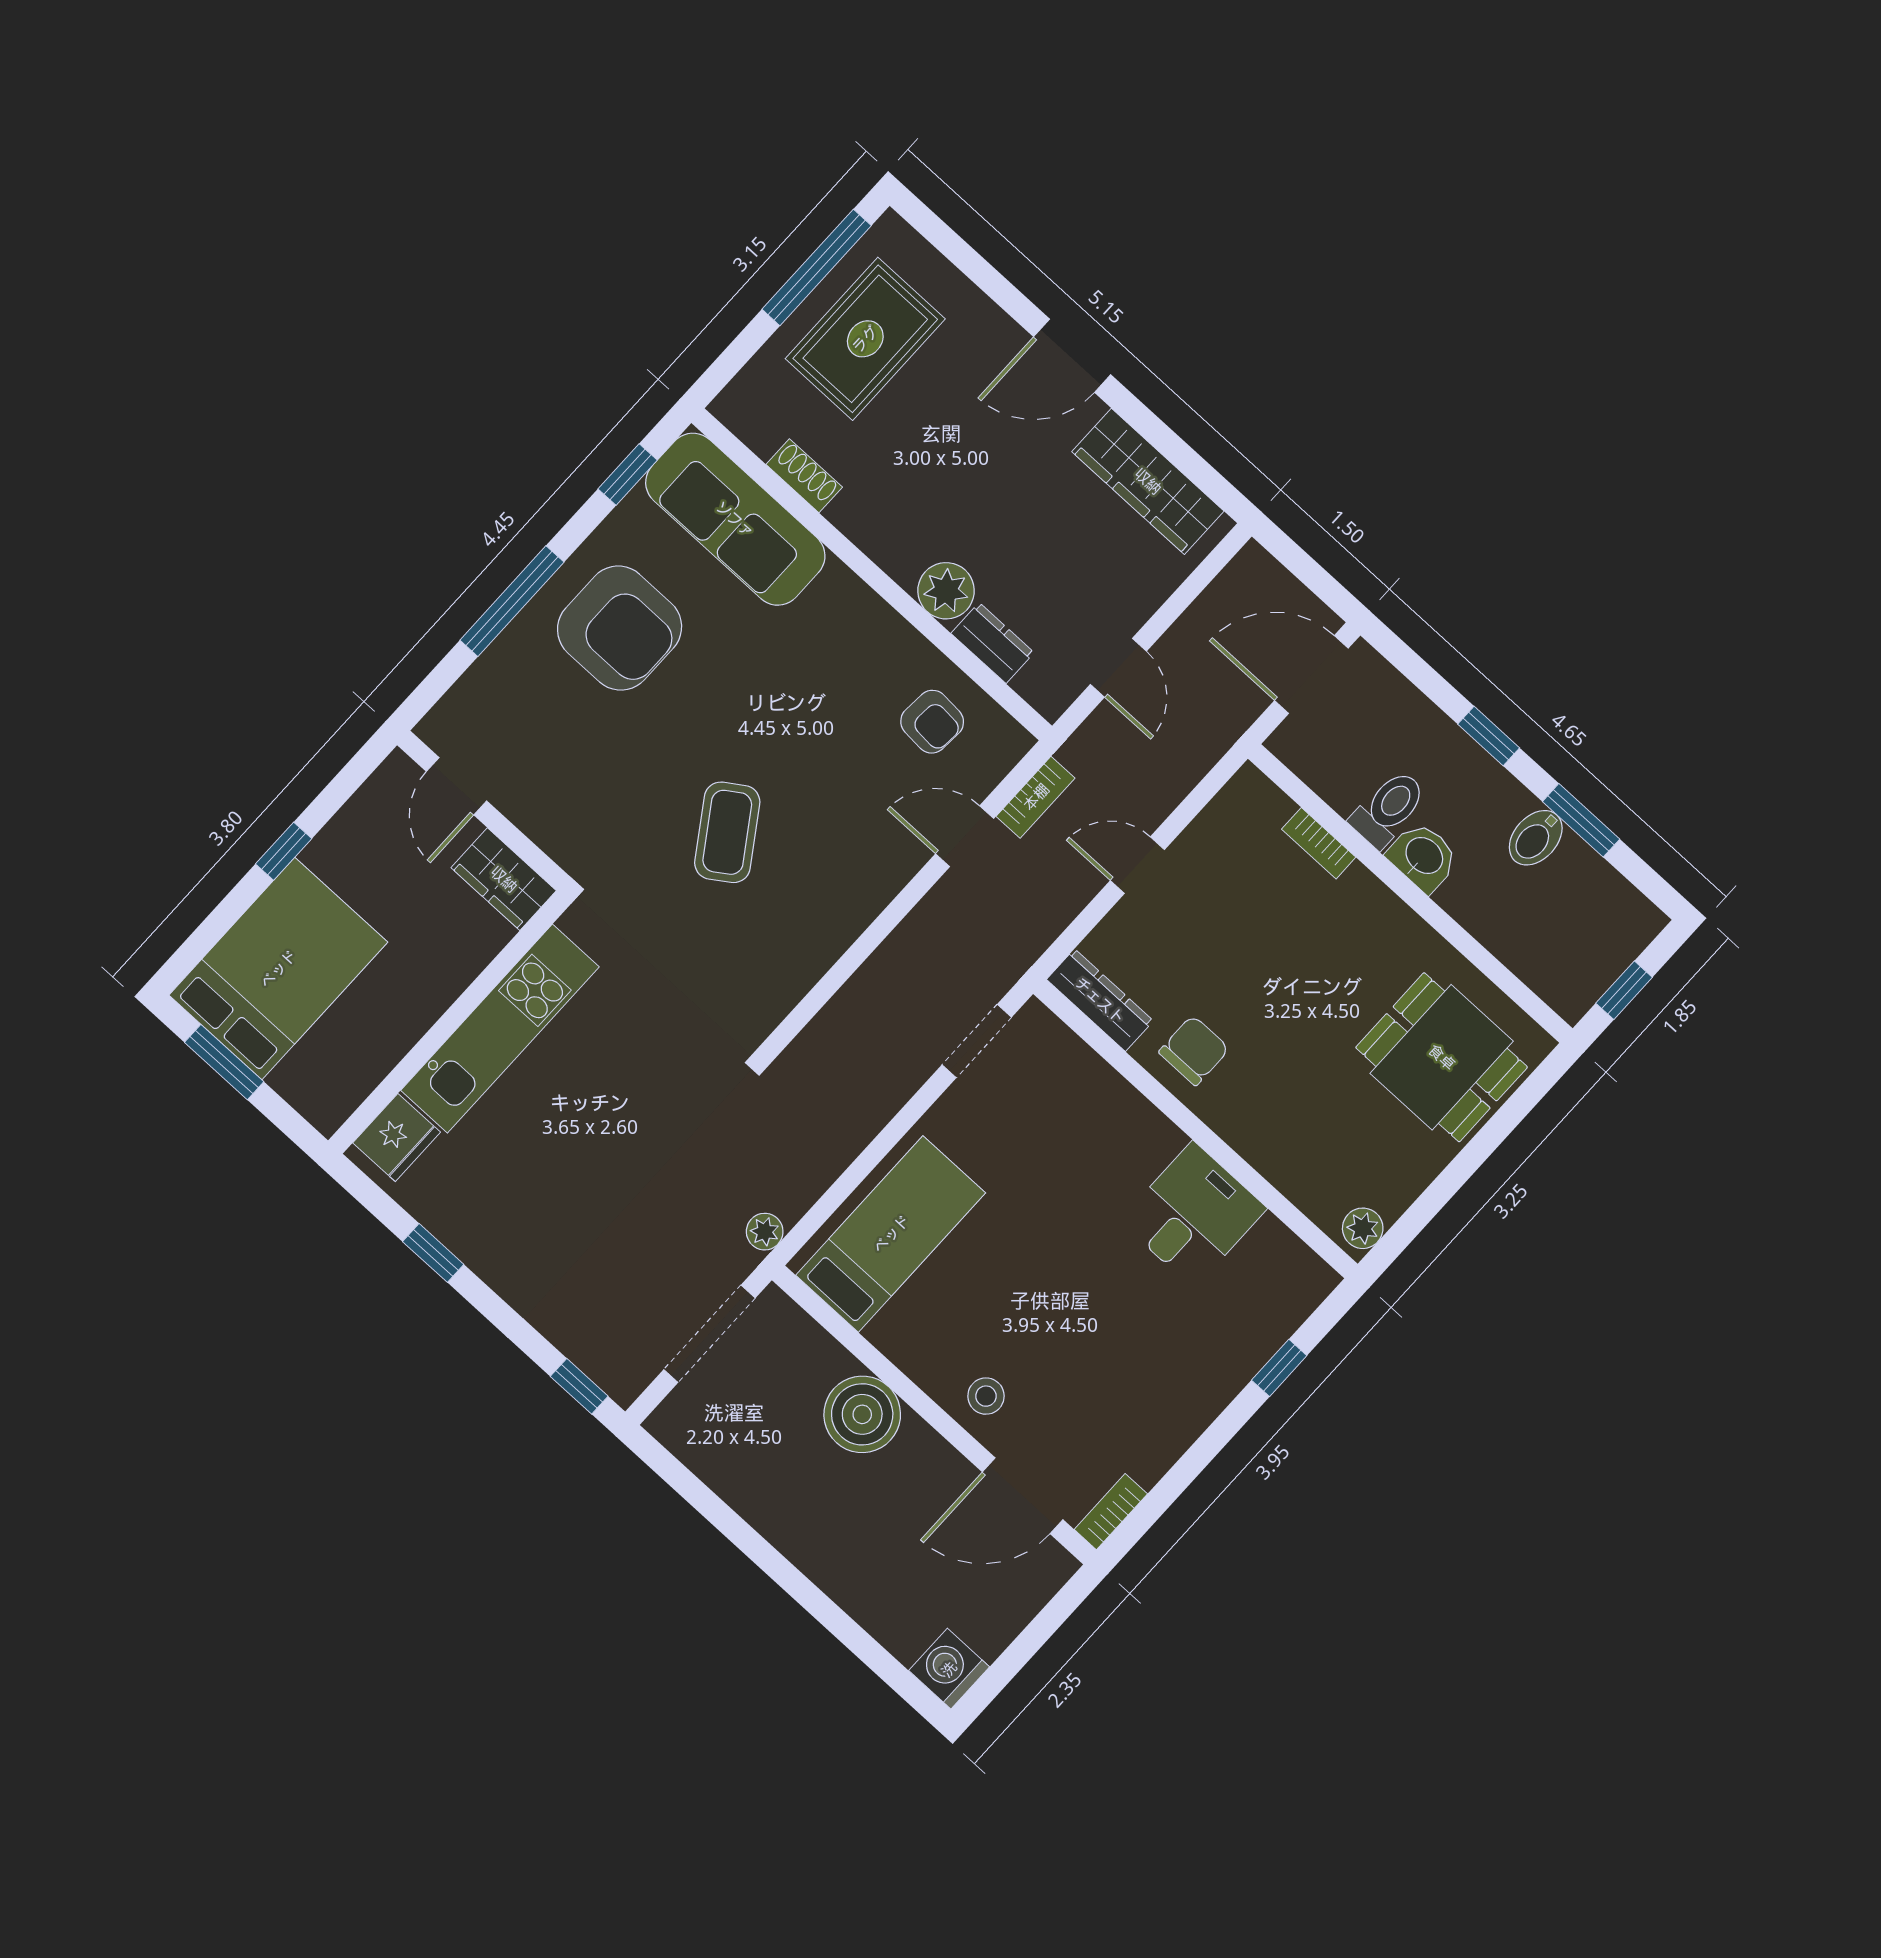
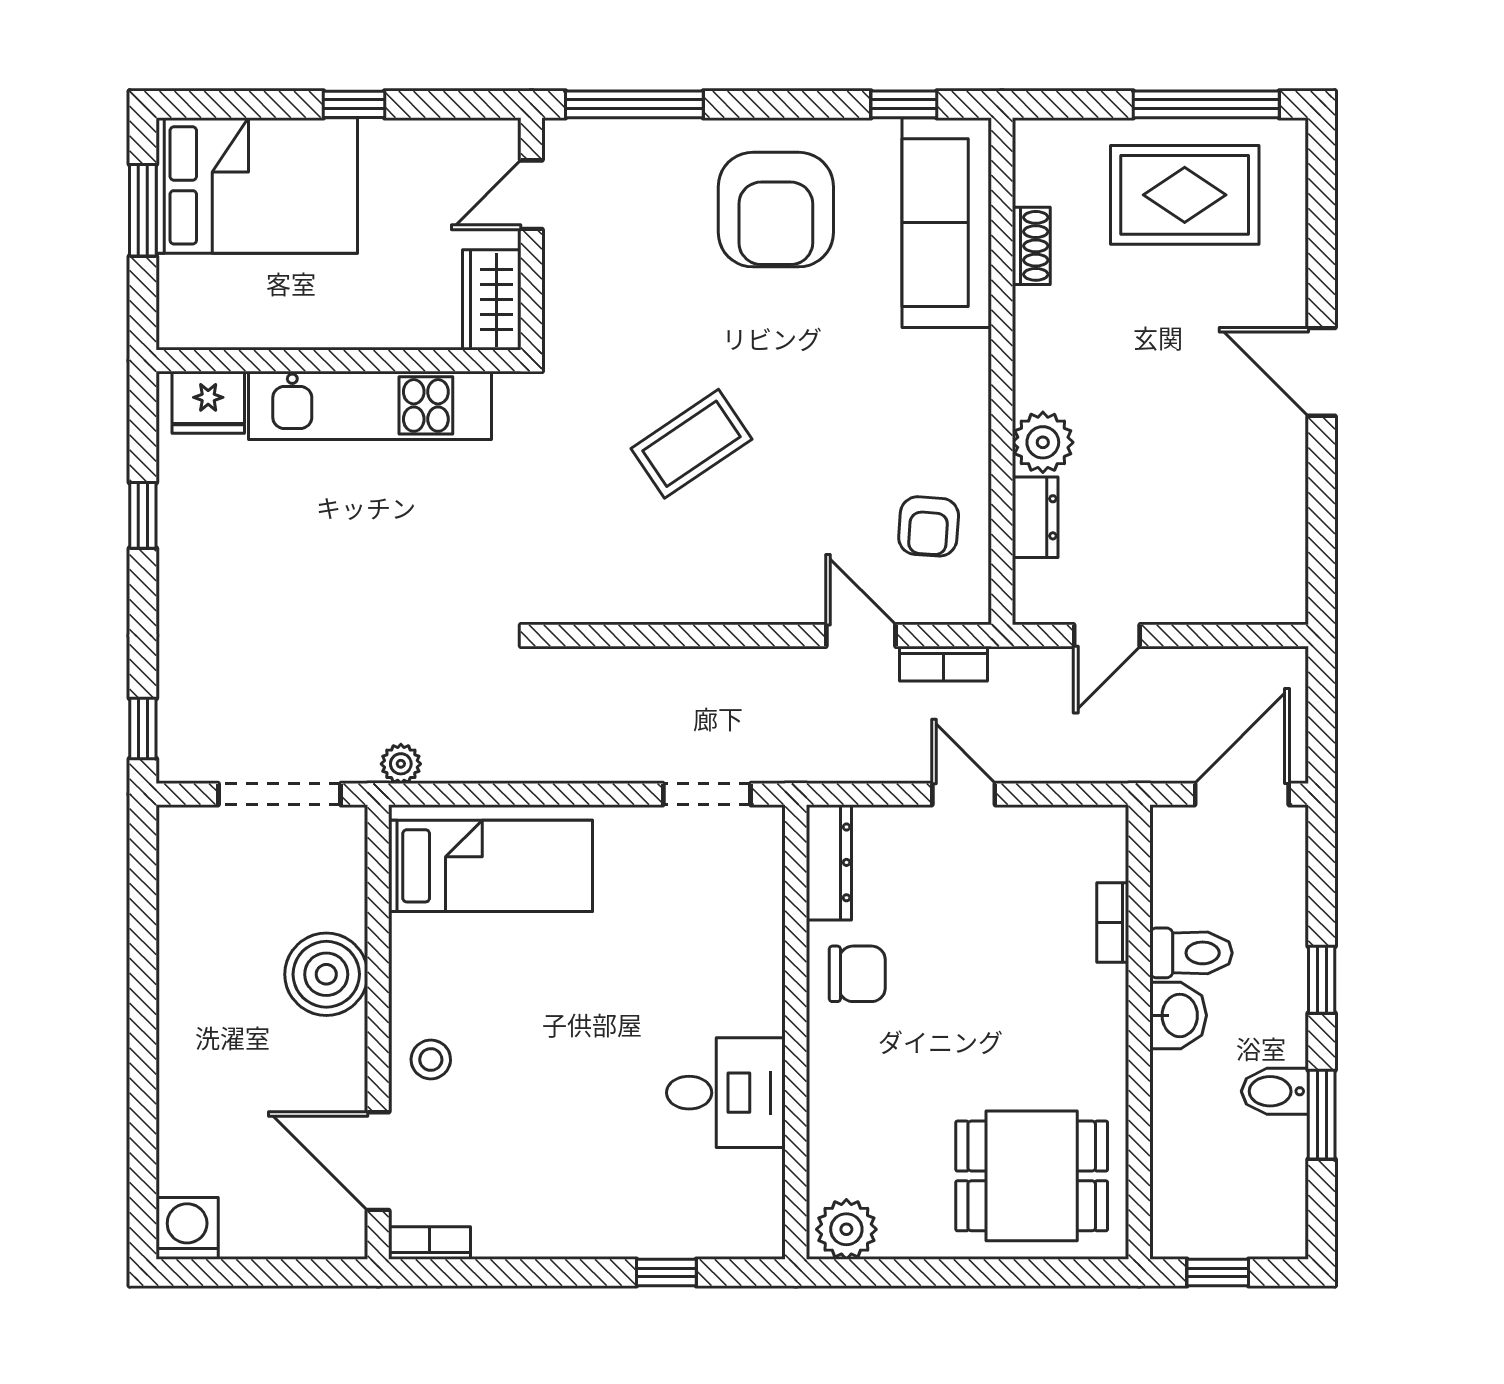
wardrobe: (1148, 481) -> (1277, 523), removed
window: (512, 601) -> (634, 104), moved
door: (1311, 674) -> (1242, 794), hinge flipped
dining table: (1442, 1057) -> (1032, 1176), turned 90
plant: (1363, 1228) -> (846, 1229), width x1.38, depth x1.38

